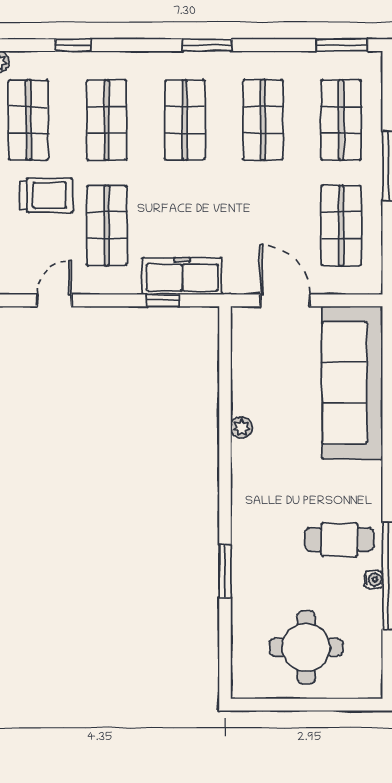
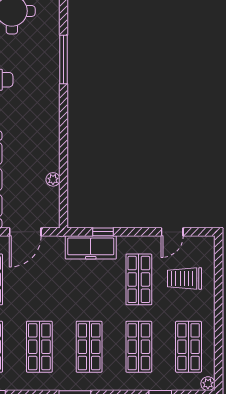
trolley: (46, 195) -> (185, 278), moved
door: (285, 300) -> (25, 232), hinge flipped
plant: (242, 428) -> (53, 179), moved
window: (225, 571) -> (63, 59), width x1.44

